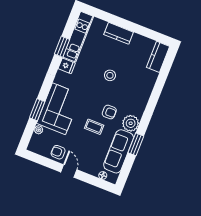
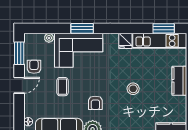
window: (62, 47) -> (164, 28), moved
window: (37, 110) -> (82, 28), moved
coffee table: (94, 127) -> (62, 87), moved
window: (42, 160) -> (19, 53), added

